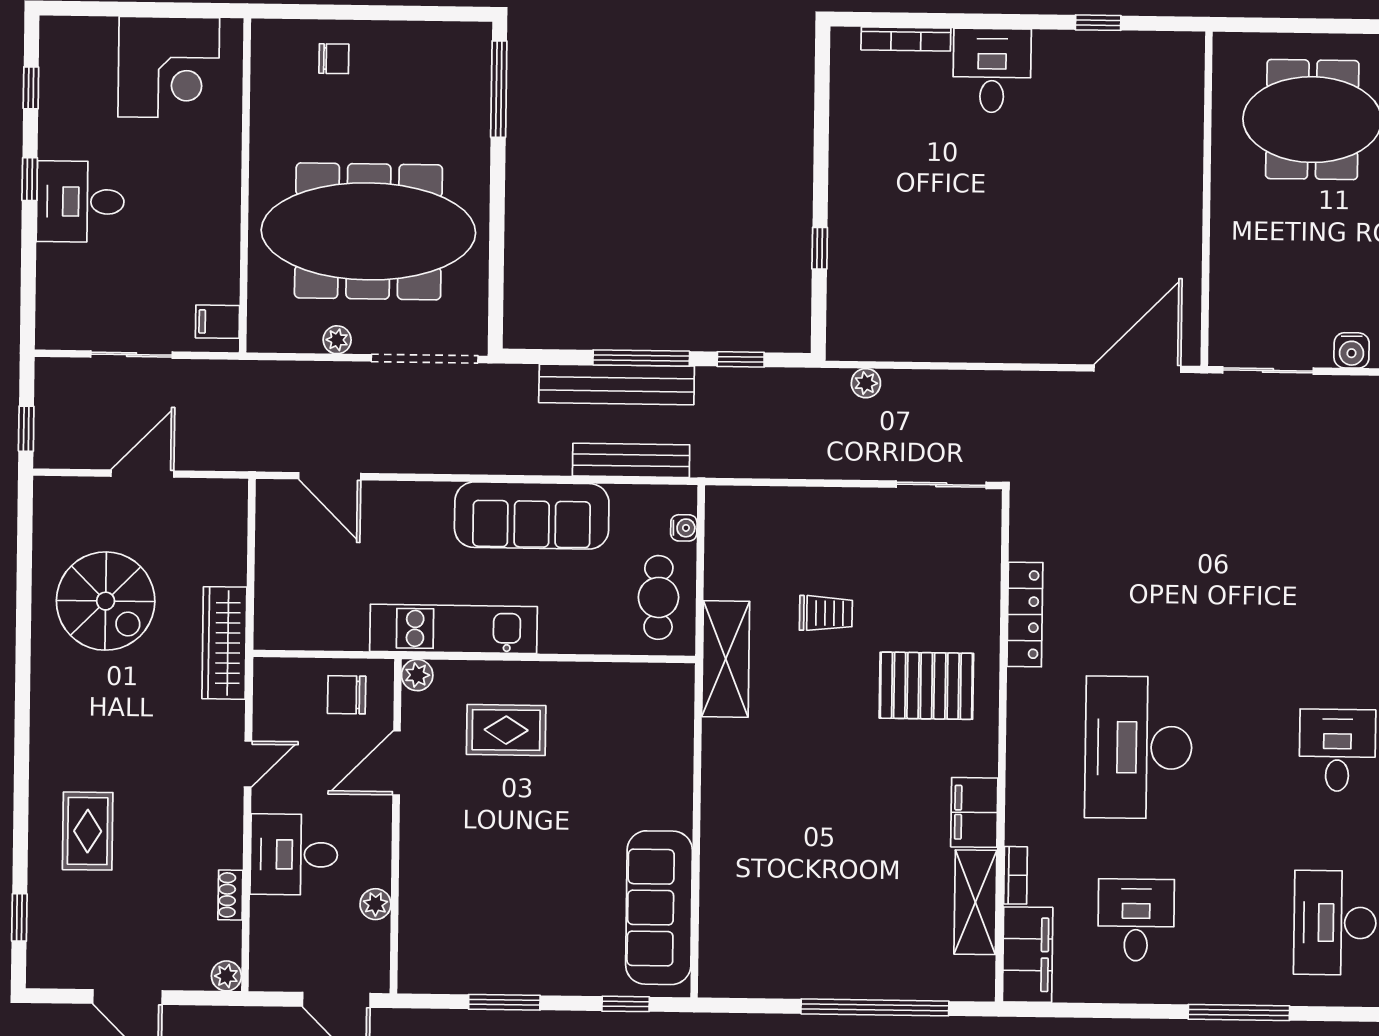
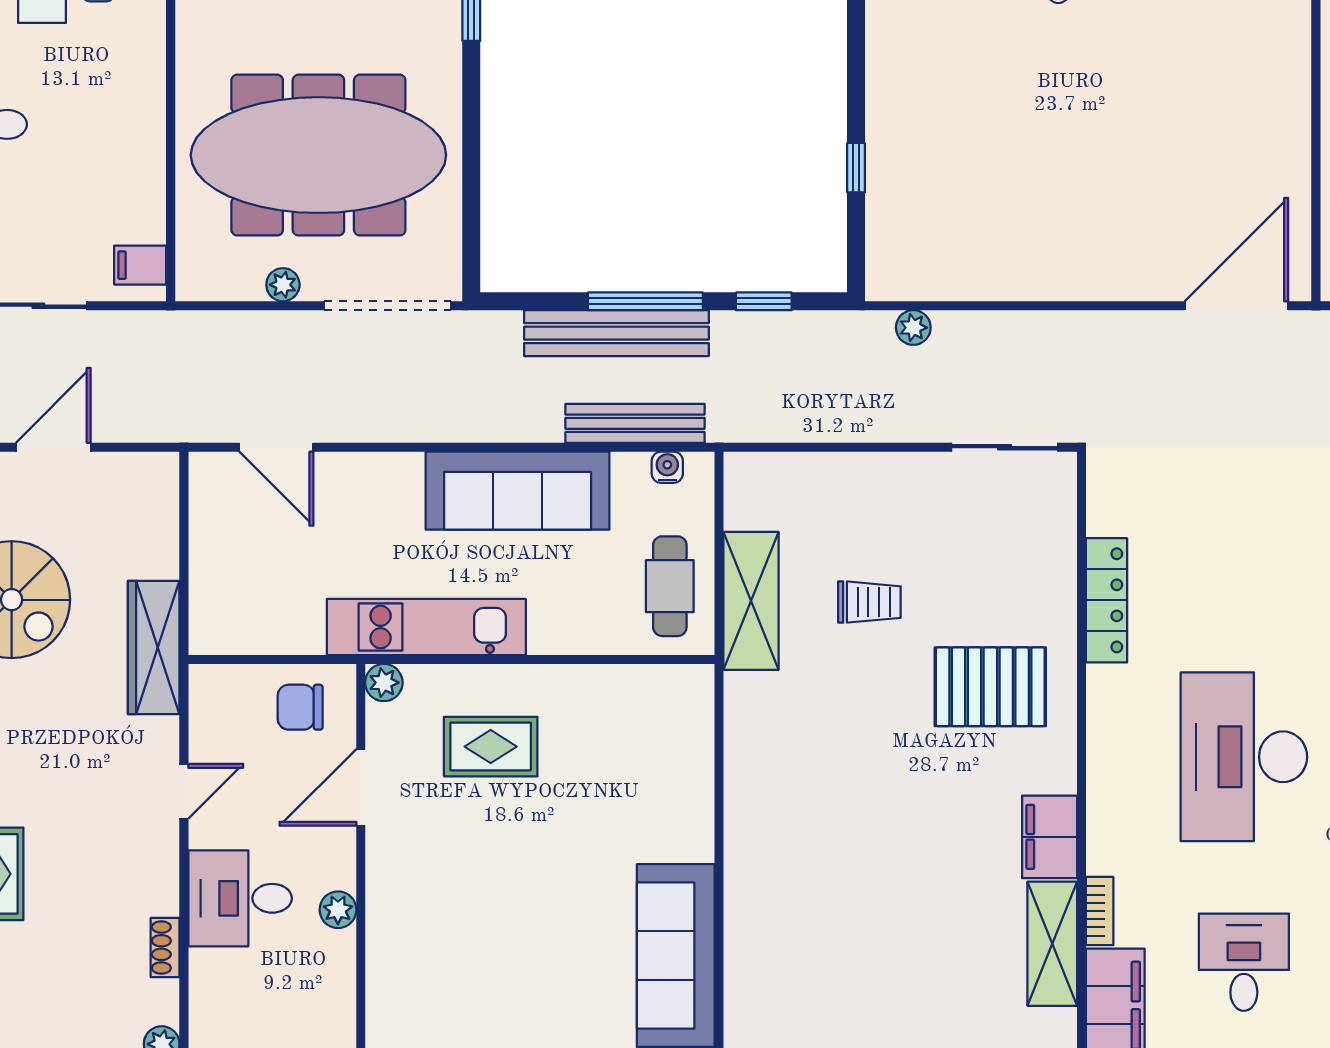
water cooler: (684, 528) -> (667, 467), moved, turned -90
shelving: (726, 659) -> (751, 601), moved
plant: (375, 904) -> (338, 910), moved

